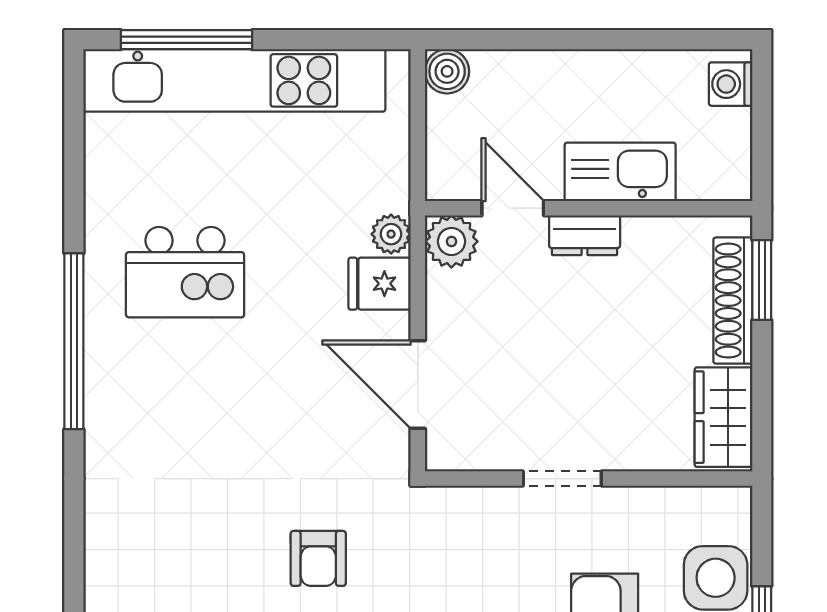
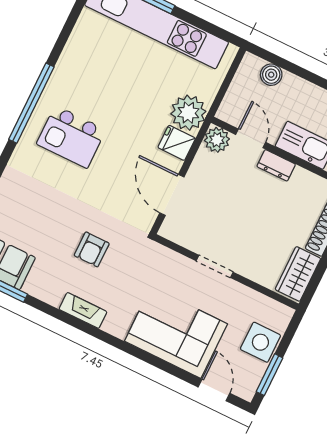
boiler: (447, 71) -> (271, 75), moved
plant: (391, 234) -> (188, 113), width x1.87, depth x1.87
kitchen island: (185, 272) -> (71, 137), moved

